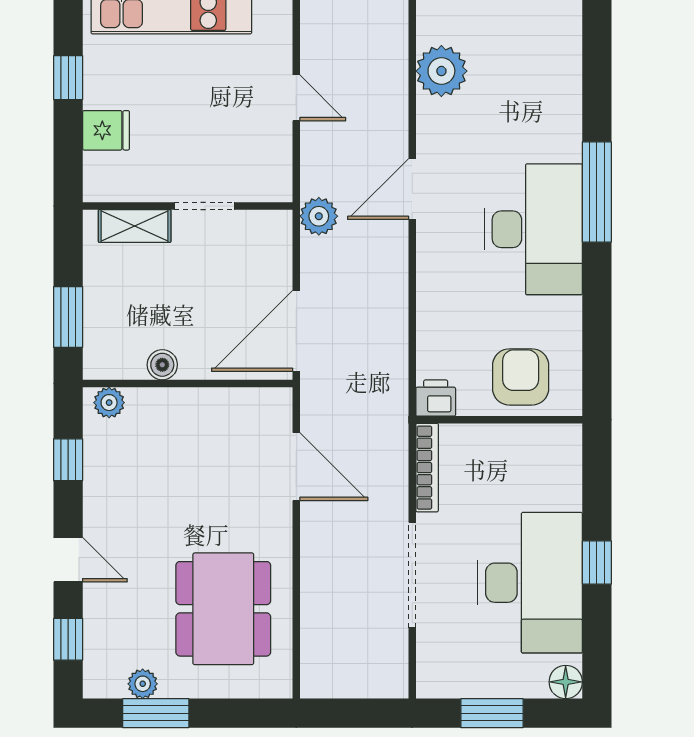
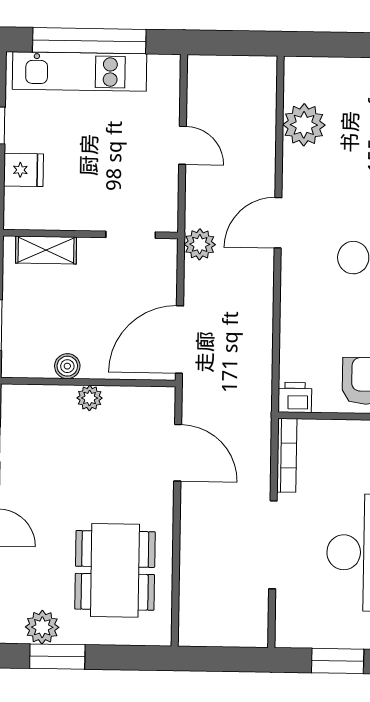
doorway: (204, 206) -> (131, 235), moved
plant: (109, 403) -> (90, 398), moved
plant: (143, 684) -> (42, 627), width x1.38, depth x1.38

